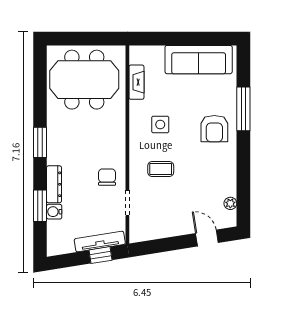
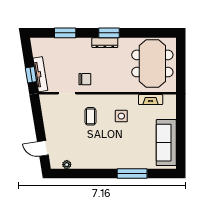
armchair: (214, 129) -> (118, 154), removed
dresser: (54, 184) -> (105, 43), moved
water cooler: (54, 212) -> (61, 43), removed
door: (207, 238) -> (43, 148), swing flipped

